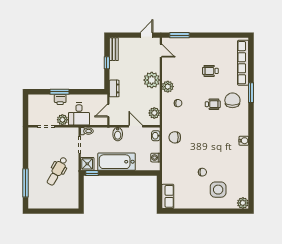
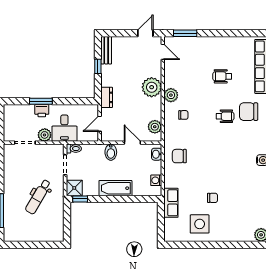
chair: (232, 100) -> (249, 112), turned -90
bathtub: (117, 162) -> (115, 188), width x0.73, depth x0.73
side table: (218, 190) -> (200, 224), moved
row of seats: (168, 196) -> (171, 203), moved

